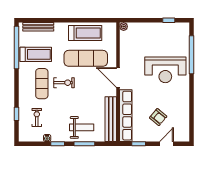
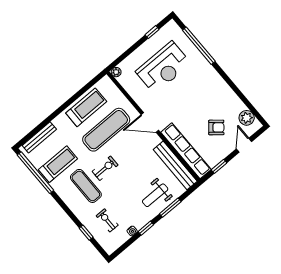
reception desk: (165, 70) -> (163, 67), moved
weight bench: (82, 127) -> (155, 195), turned 180
plant: (183, 127) -> (247, 118), added

